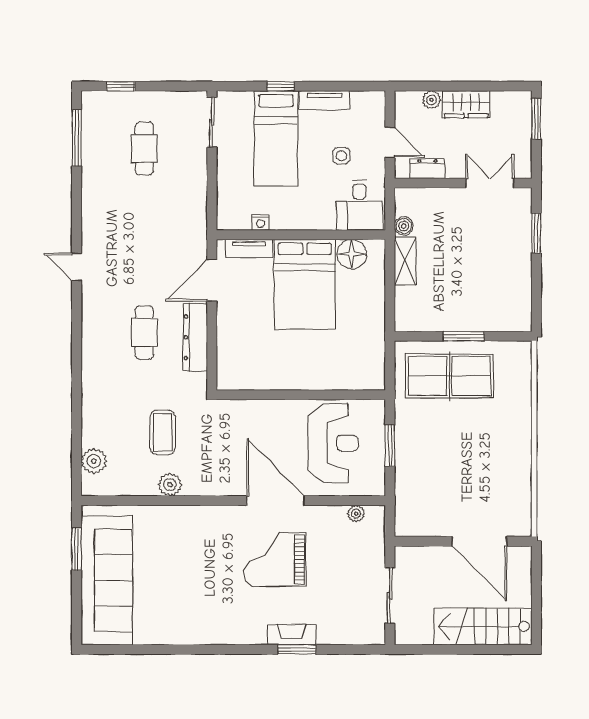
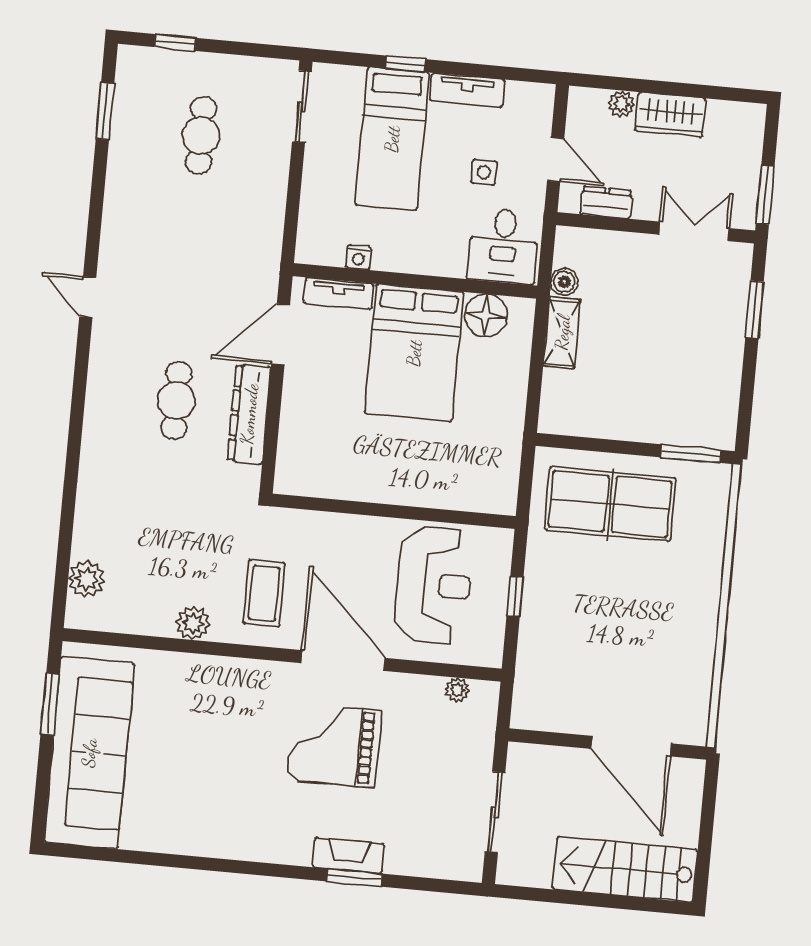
window: (536, 119) -> (765, 195), moved
window: (77, 138) -> (105, 111), width x0.69
window: (464, 336) -> (691, 454), moved
coffee table: (163, 432) -> (264, 593), moved
window: (390, 446) -> (515, 596), width x0.67

